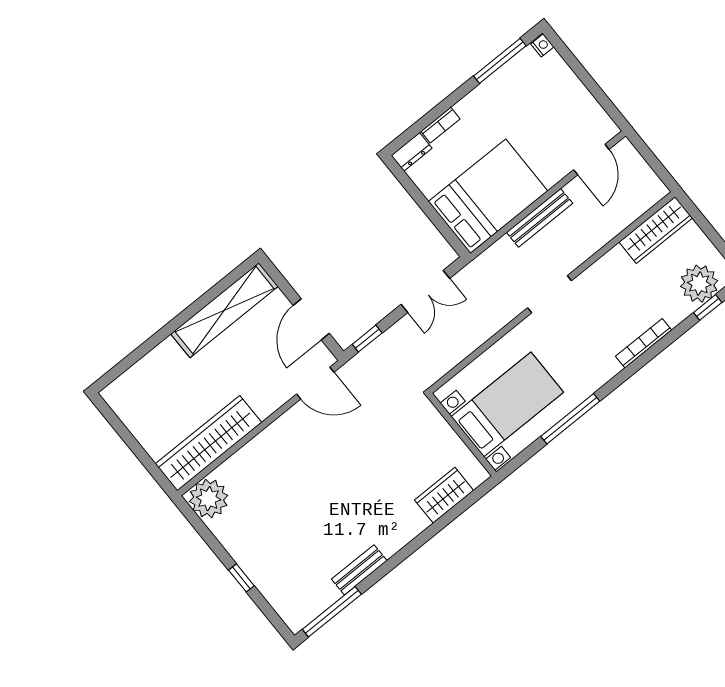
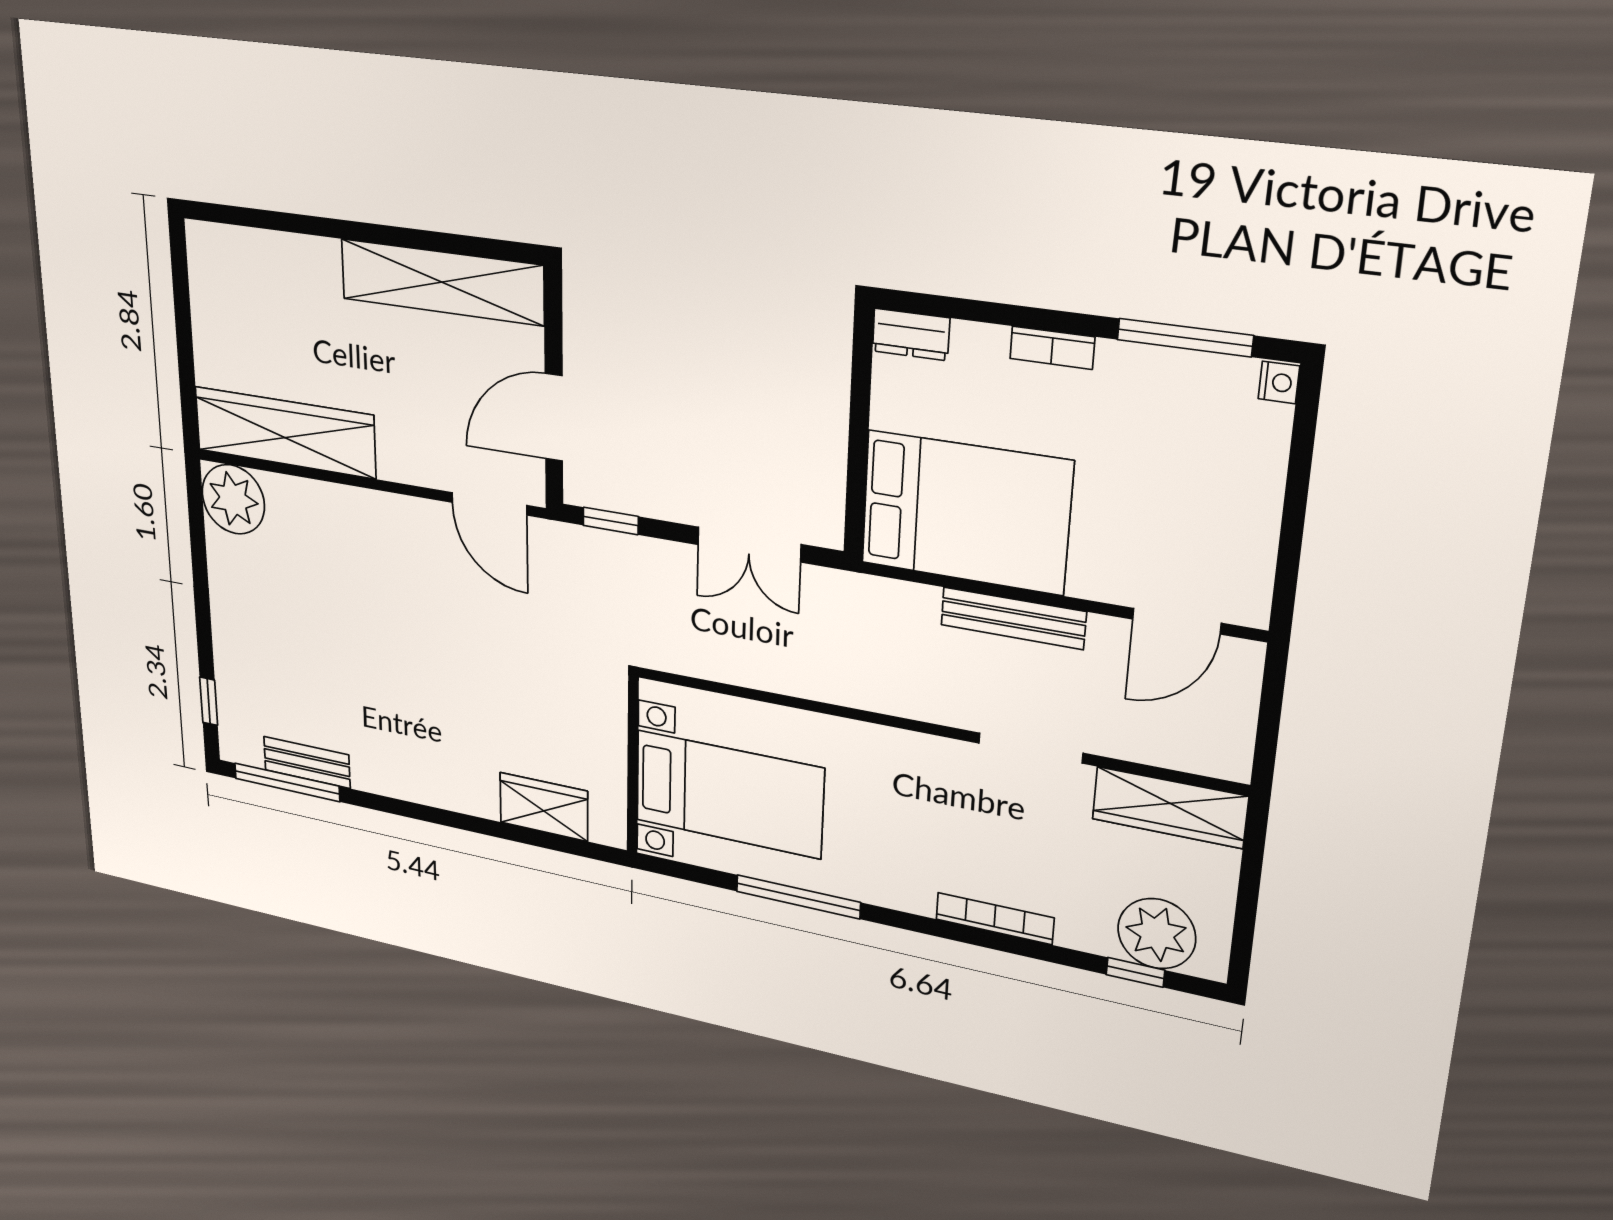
bookcase: (440, 125) -> (1052, 348), moved
doorway: (550, 294) -> (1030, 748), moved
bench: (359, 570) -> (307, 762), moved
window: (241, 578) -> (209, 701), moved

